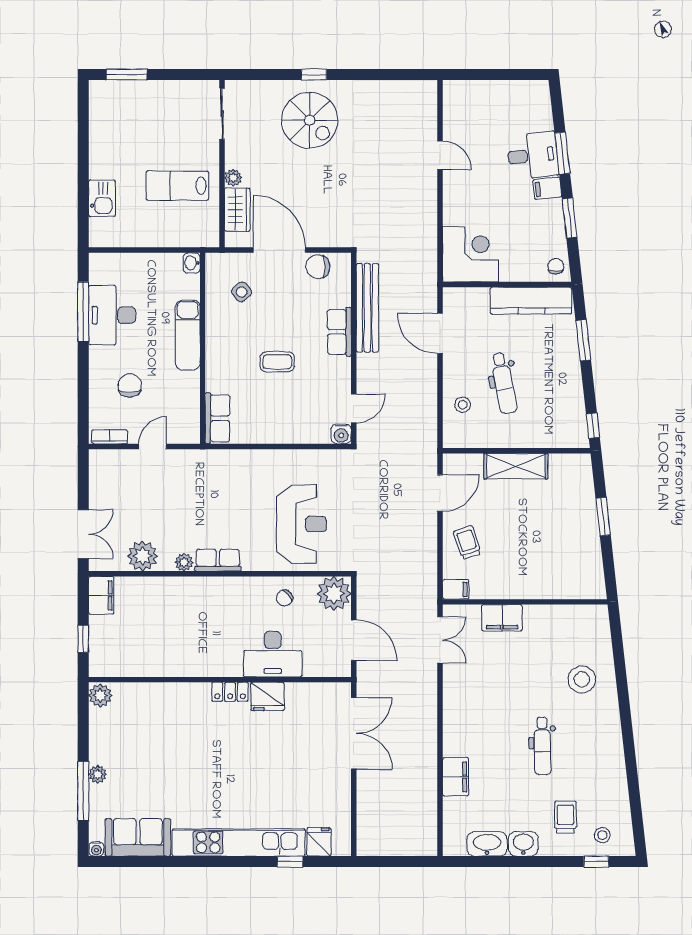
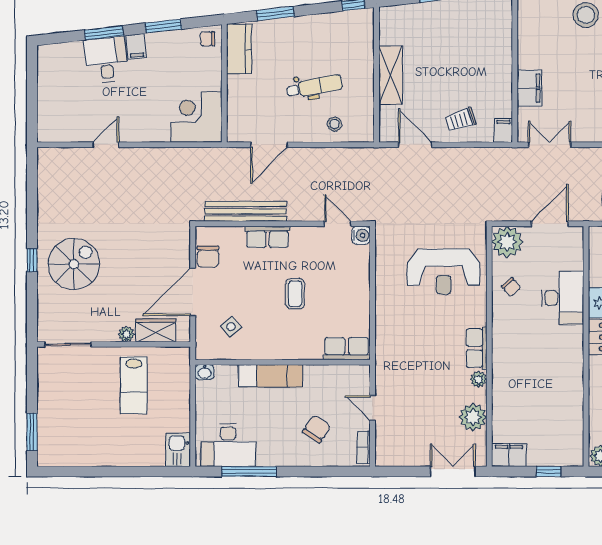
kitchen sink: (102, 198) -> (178, 450), moved, turned -90
kitchen counter: (531, 301) -> (239, 49), width x0.67
desk: (112, 315) -> (228, 445), moved
chair: (130, 385) -> (317, 429), turned 123
reception desk: (302, 524) -> (444, 272), turned 180

